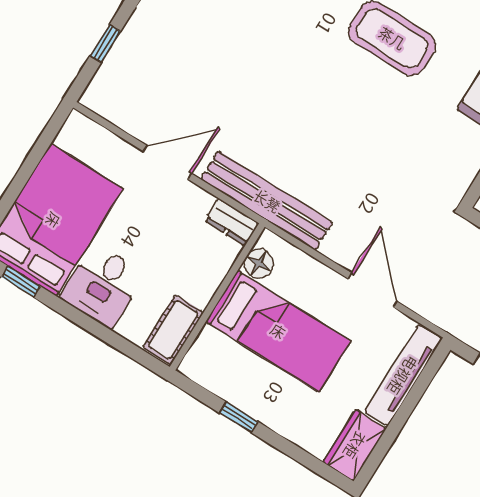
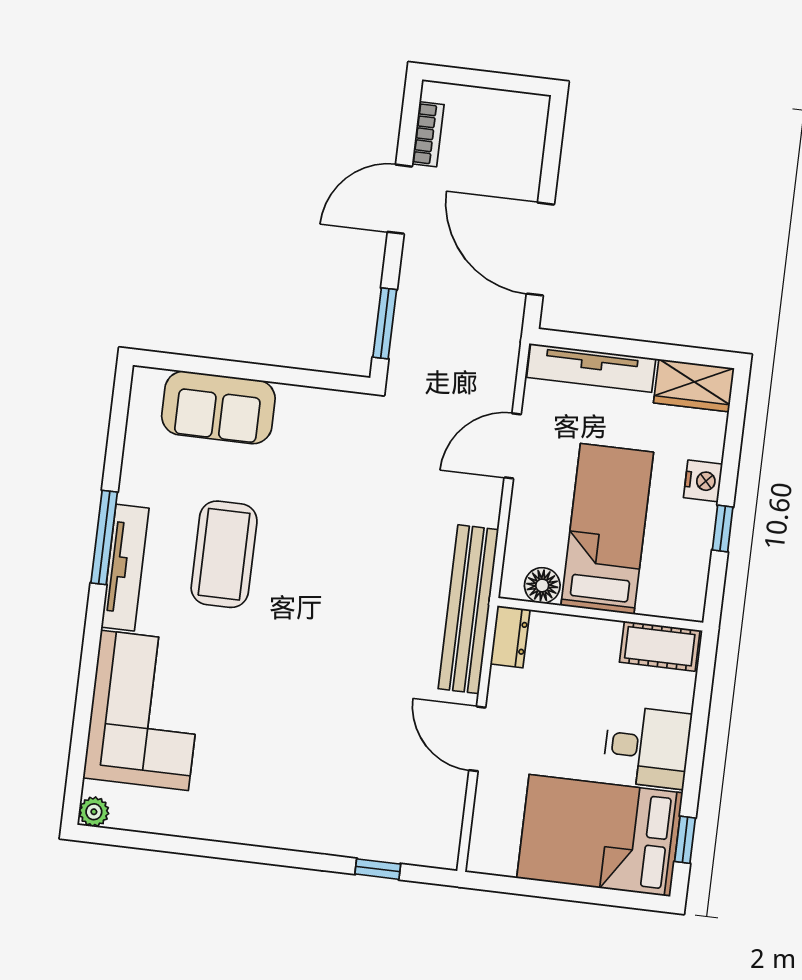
nightstand: (281, 419) -> (703, 481), added

